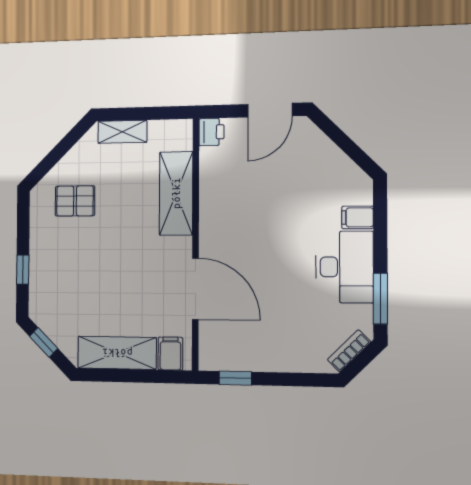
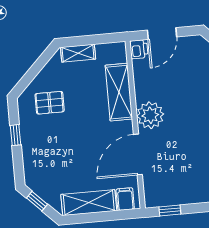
door: (270, 110) -> (162, 33), moved
plant: (219, 232) -> (150, 115), added
window: (23, 270) -> (16, 135), moved
door: (195, 289) -> (138, 154), swing flipped

